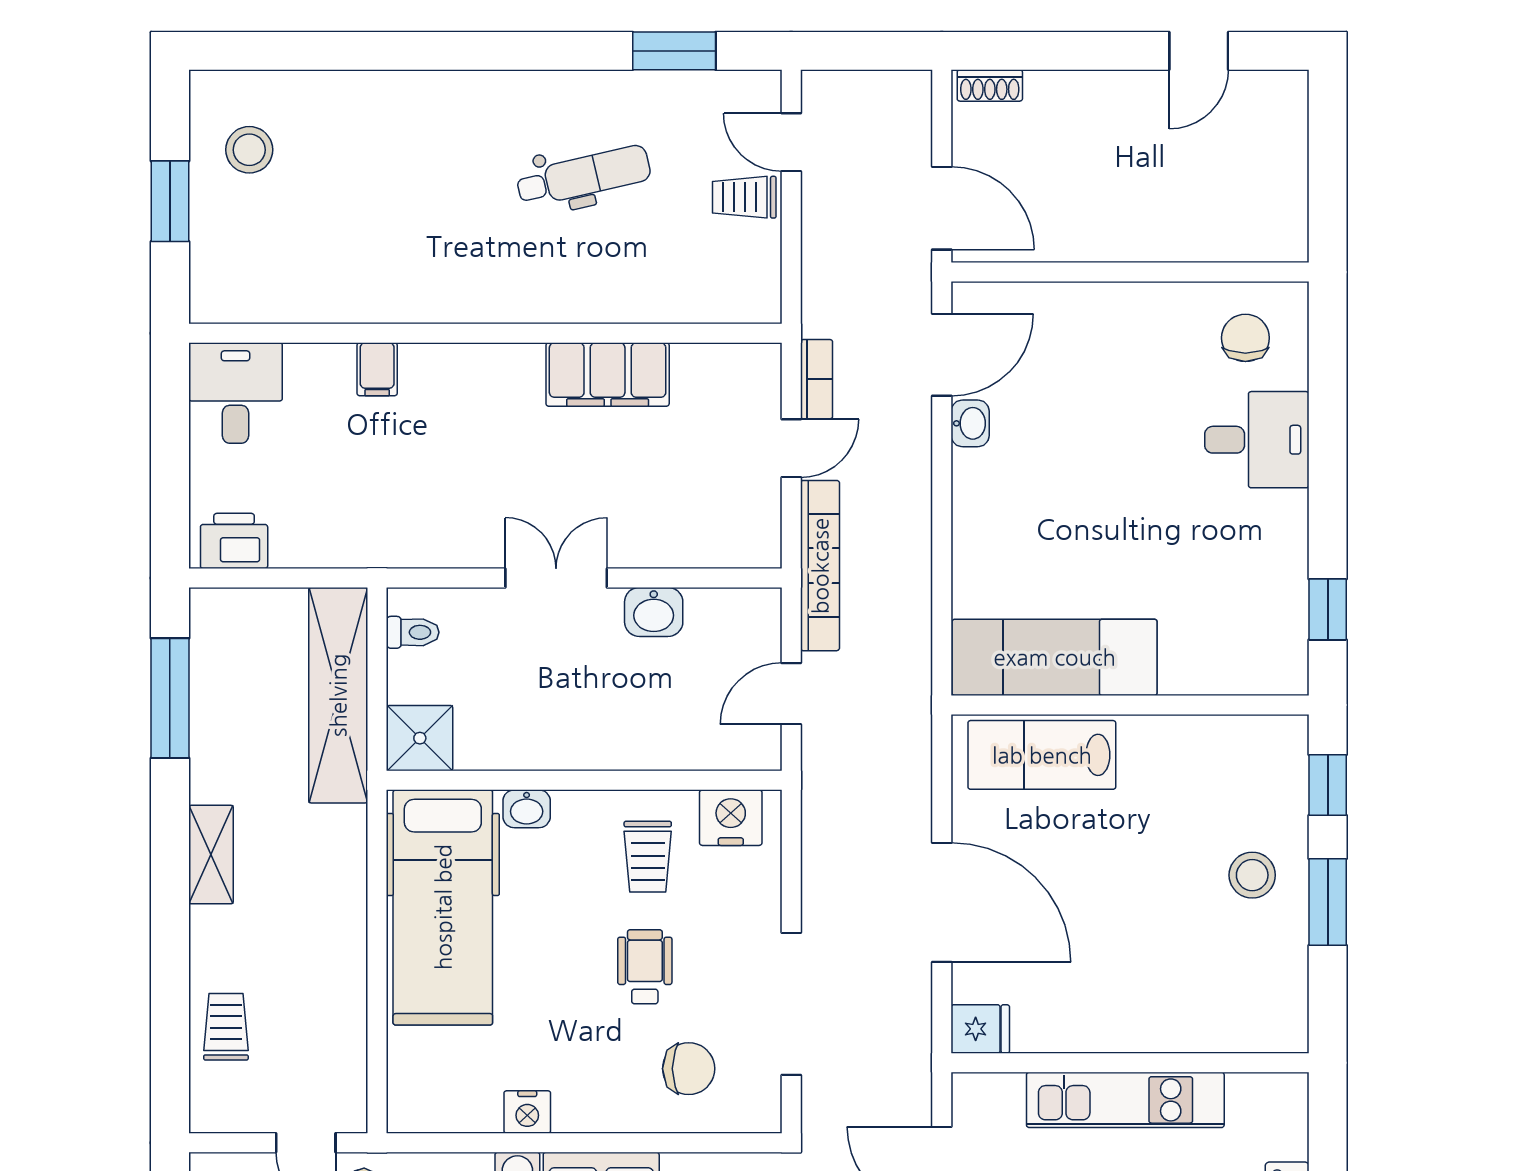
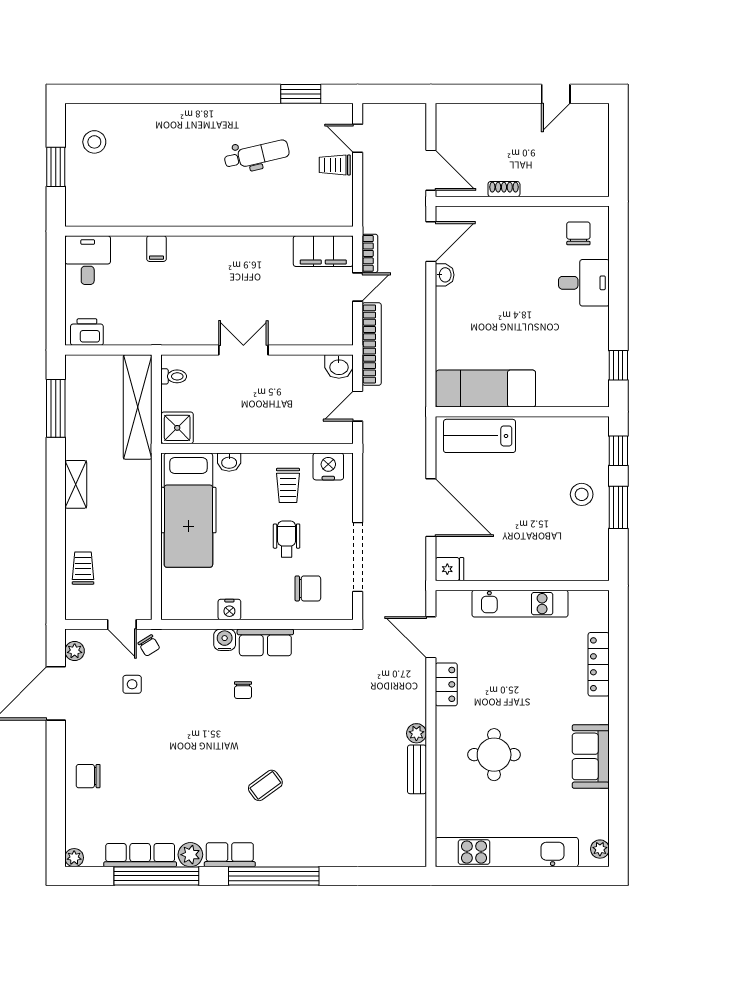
shoe rack: (990, 85) -> (504, 189), moved, turned 180
filing cabinet: (608, 375) -> (323, 251), moved
washbasin: (654, 612) -> (339, 367), moved

